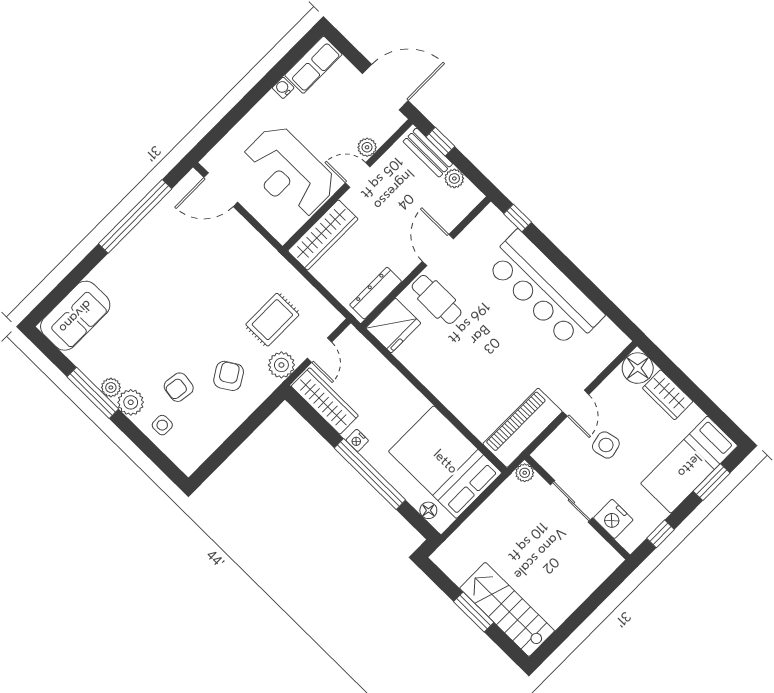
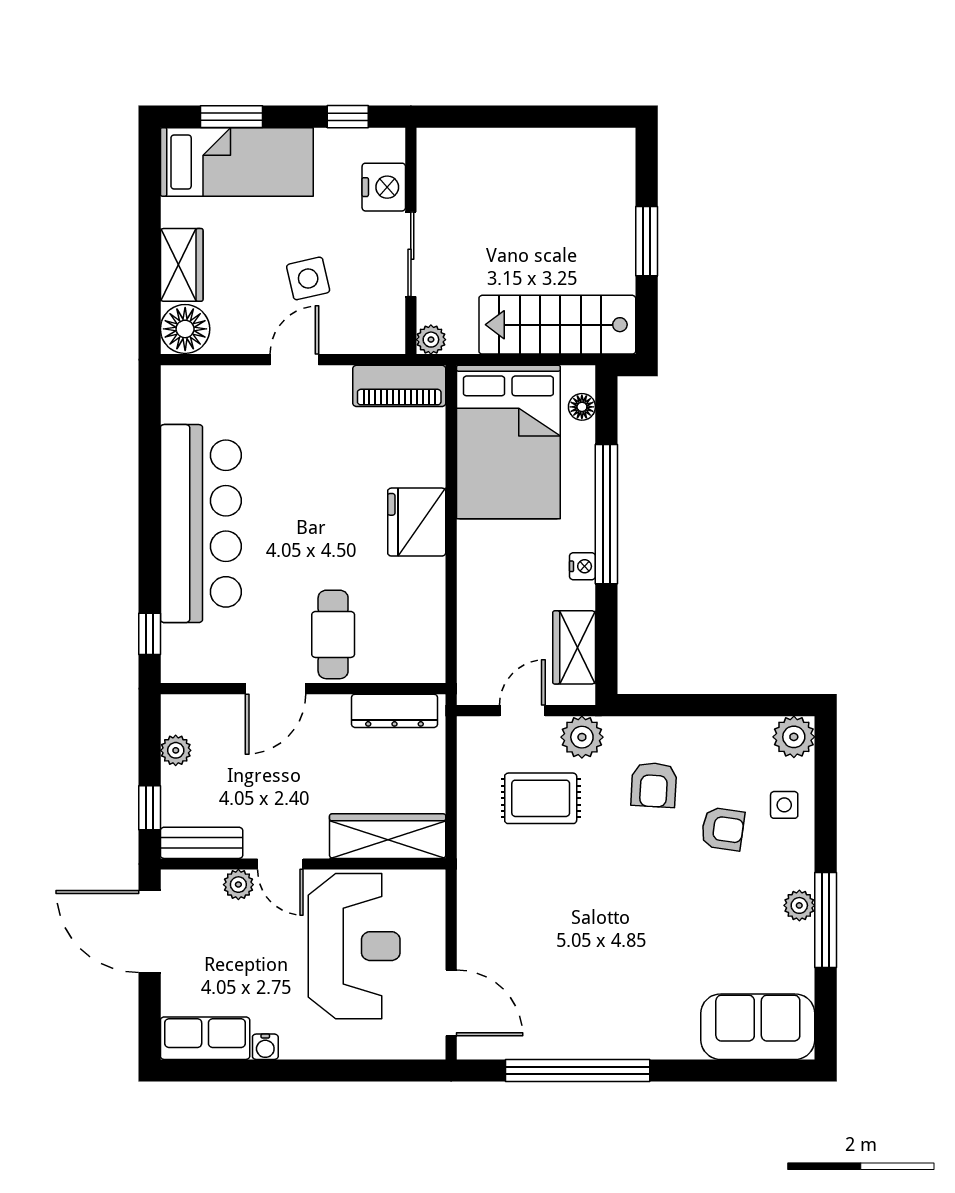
bench: (428, 153) -> (202, 843), moved, turned 90
fridge: (393, 326) -> (417, 522), moved, turned -90
armchair: (229, 376) -> (654, 785), turned -55
wardrobe: (325, 401) -> (574, 647), width x0.67
plant: (131, 402) -> (794, 737), moved
piano: (522, 428) -> (399, 386), width x0.73, depth x0.75
stairs: (507, 609) -> (557, 325), moved, turned 90

